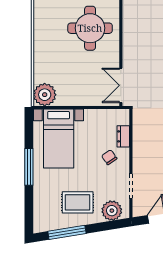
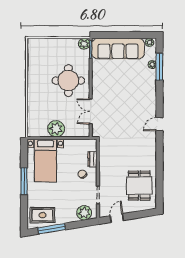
double door: (121, 85) -> (91, 111), moved
plant: (45, 95) -> (56, 129), moved
rug: (78, 202) -> (42, 215), moved

